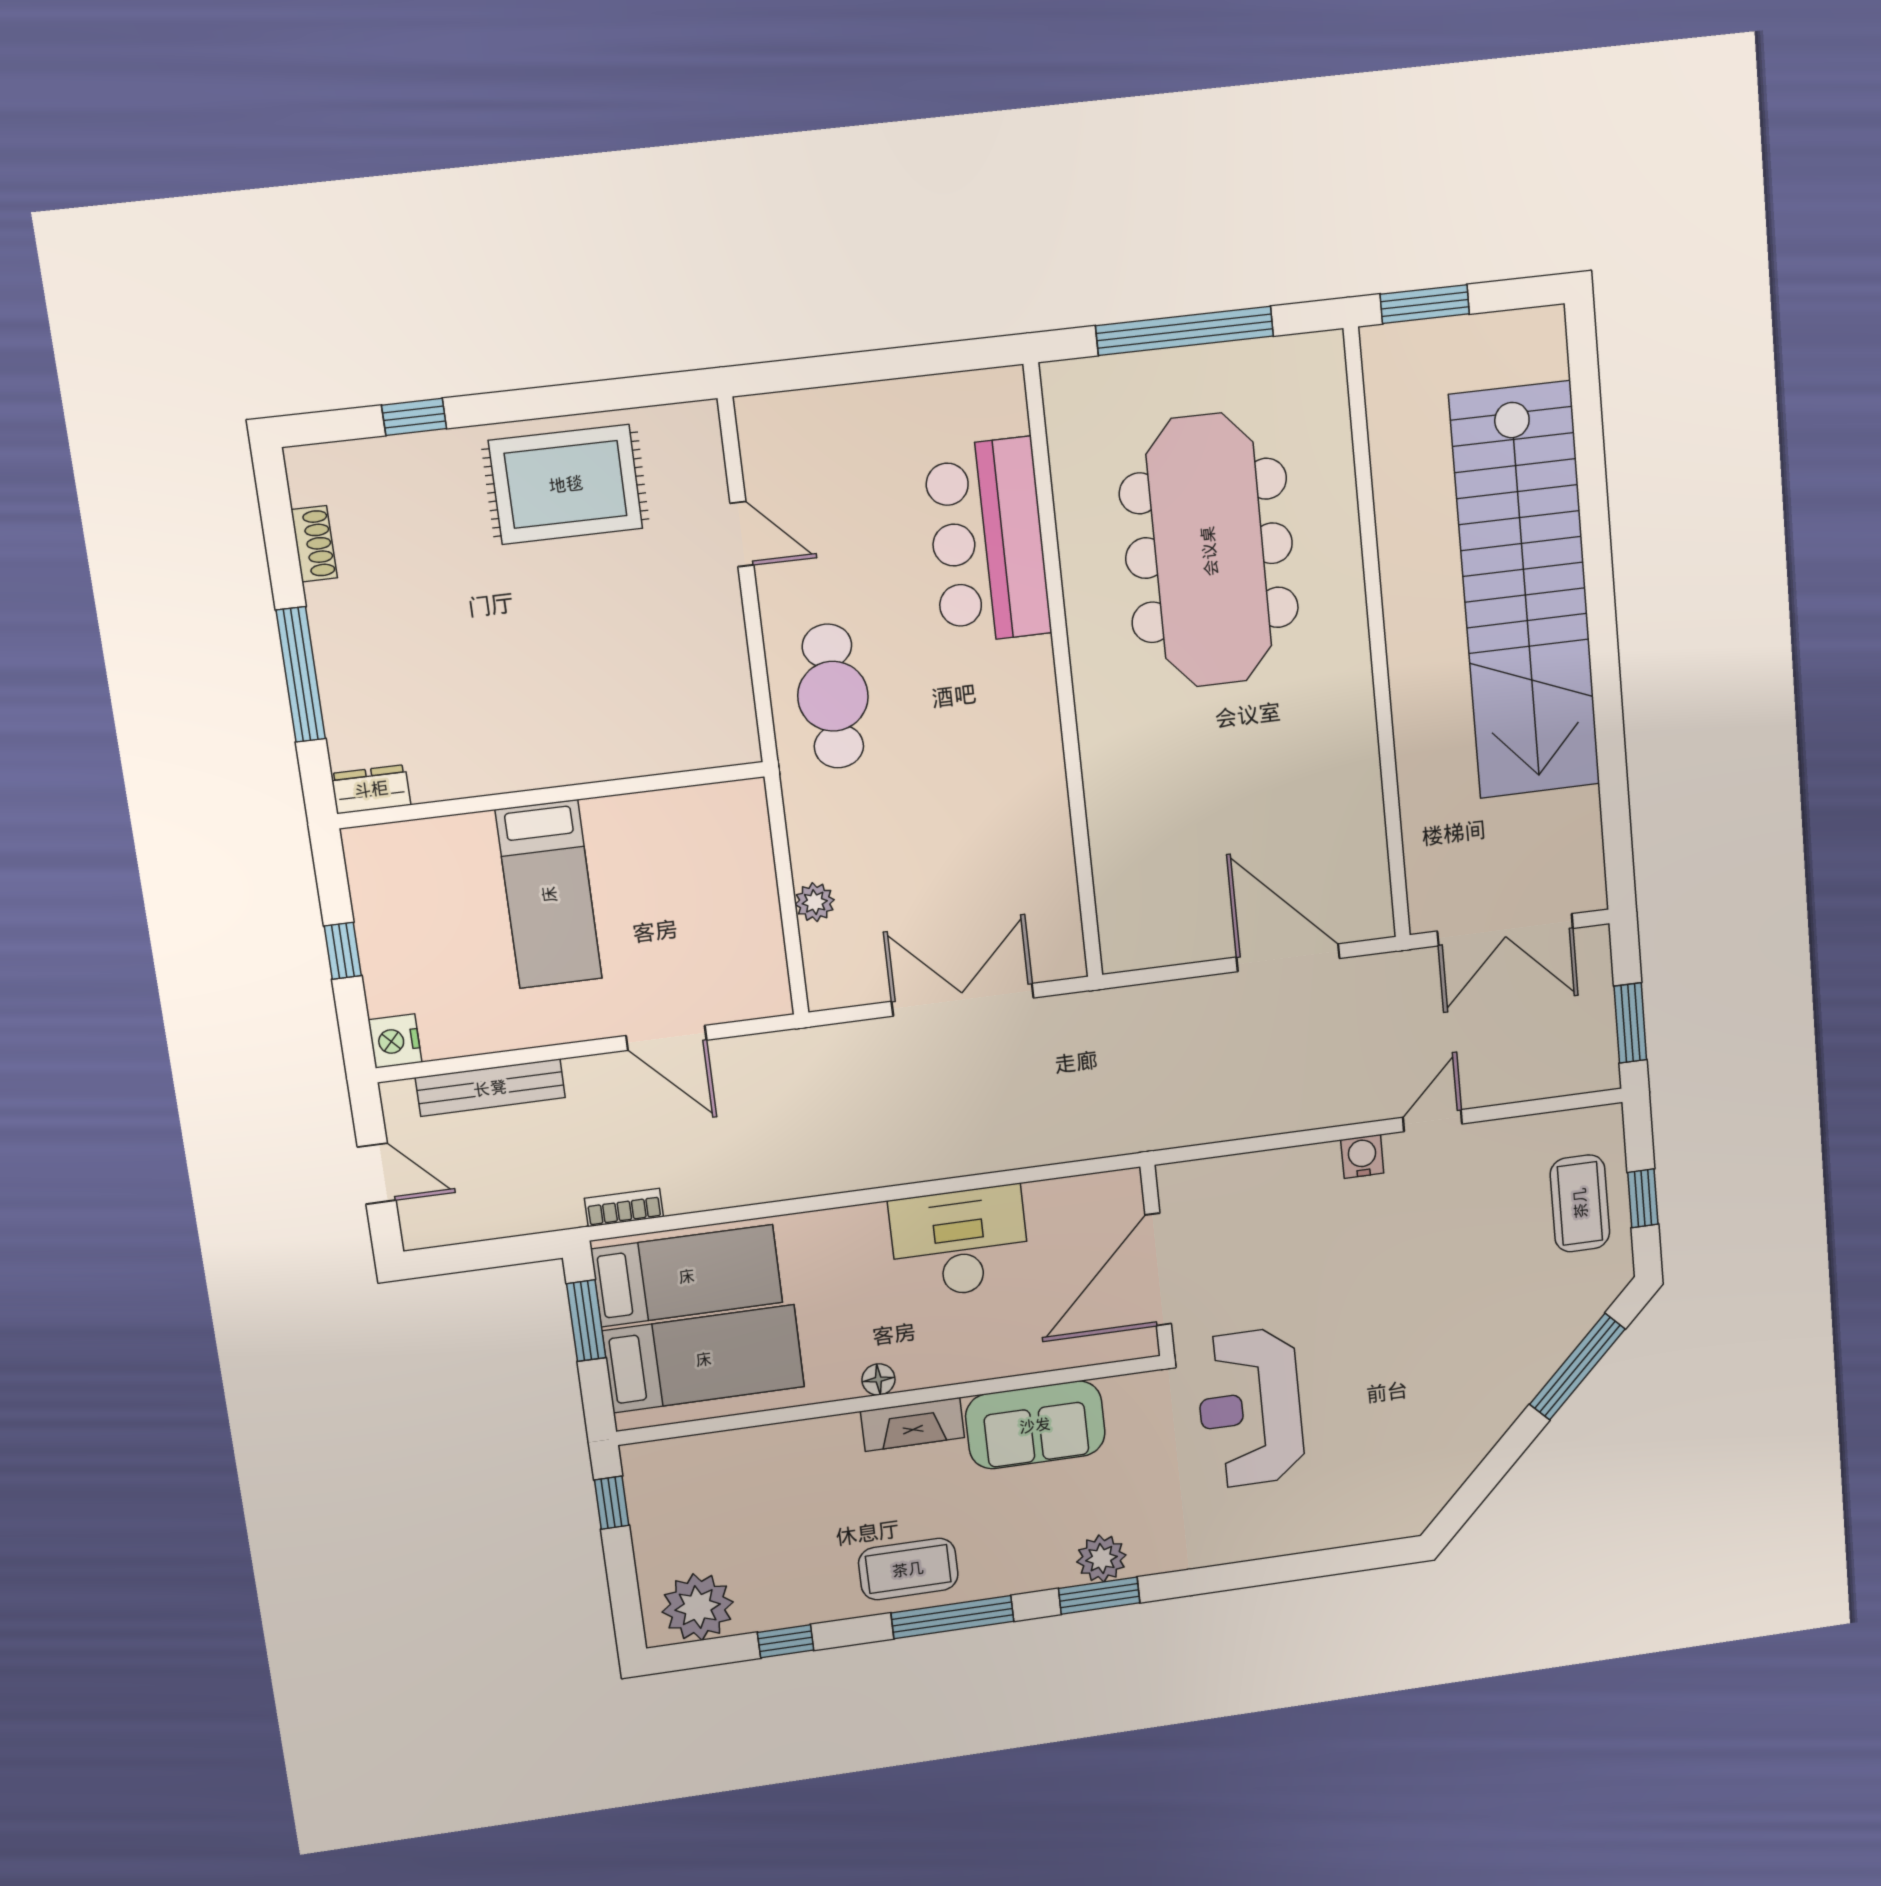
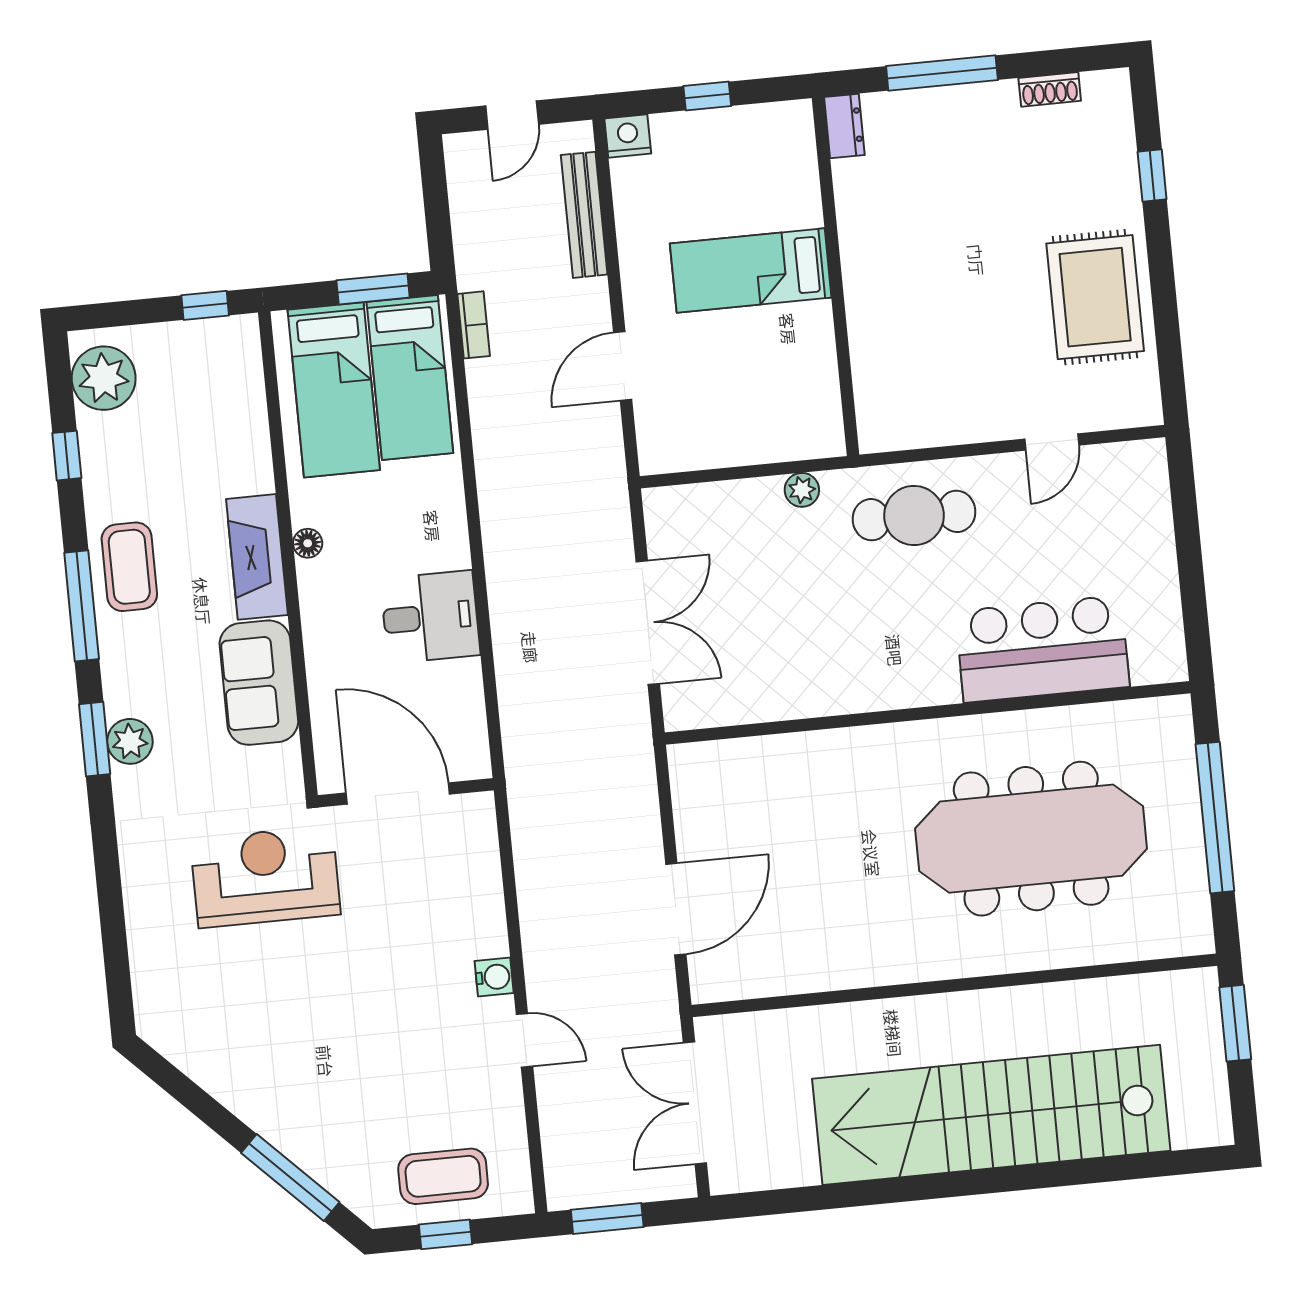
plant: (815, 902) -> (802, 490), moved
desk: (960, 1242) -> (430, 617), width x0.73
fireplace: (912, 1424) -> (257, 557), width x1.37, depth x1.32

